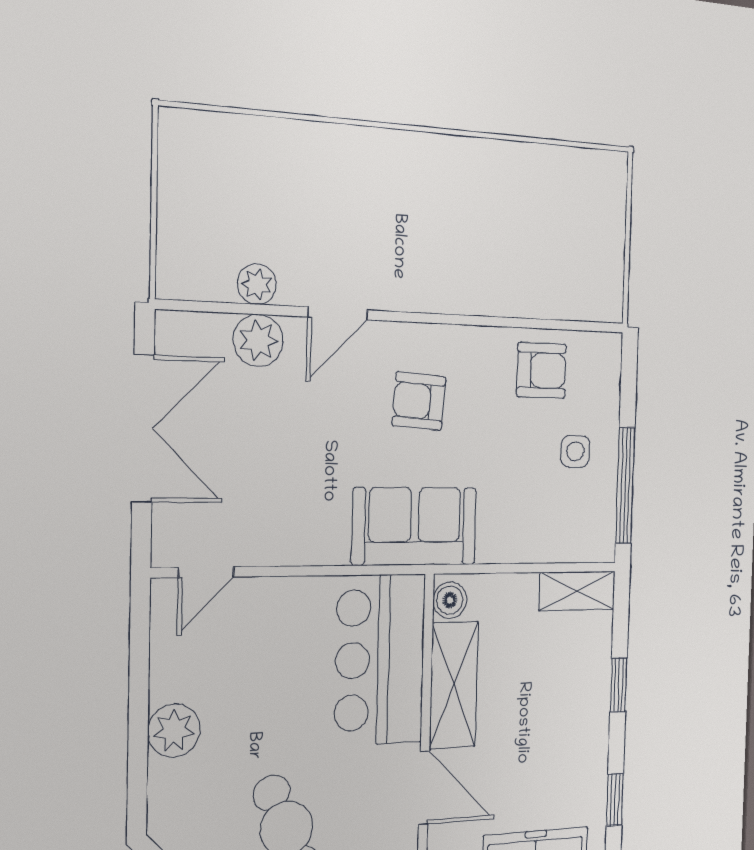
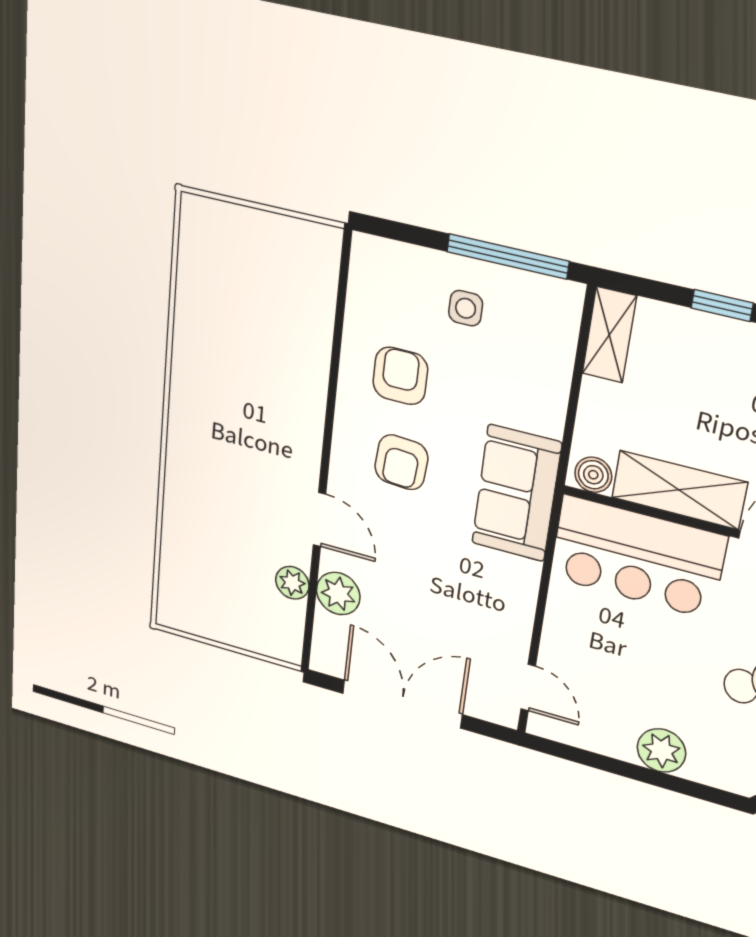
armchair: (541, 370) -> (400, 376), moved

